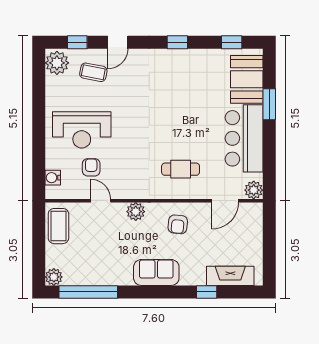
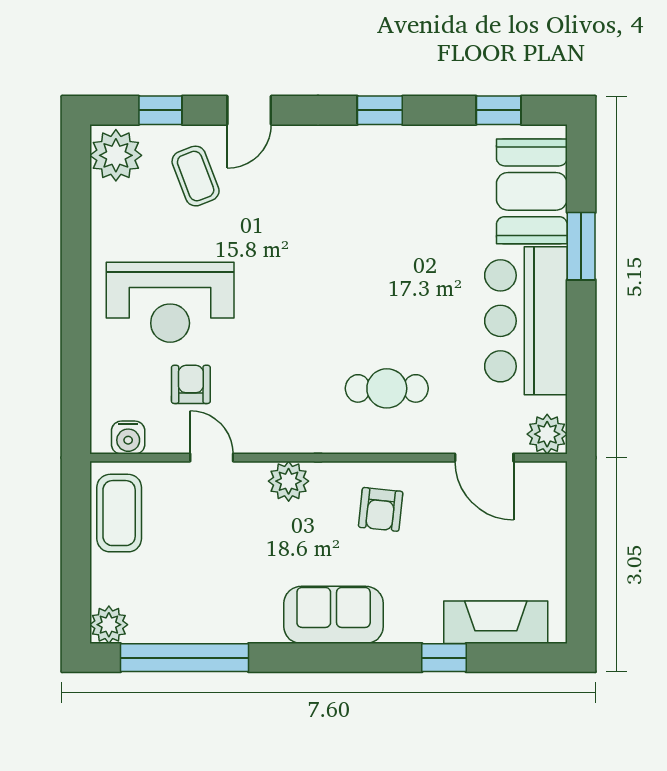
coffee table: (93, 72) -> (196, 176), turned 58
water cooler: (53, 178) -> (128, 438), moved, turned -90
door: (225, 201) -> (484, 458), hinge flipped

